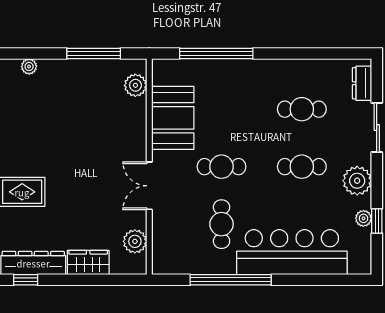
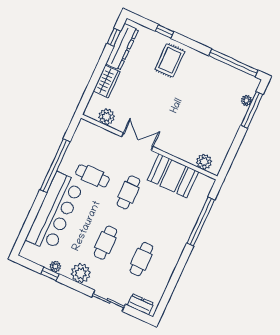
window: (94, 54) -> (252, 110), moved

